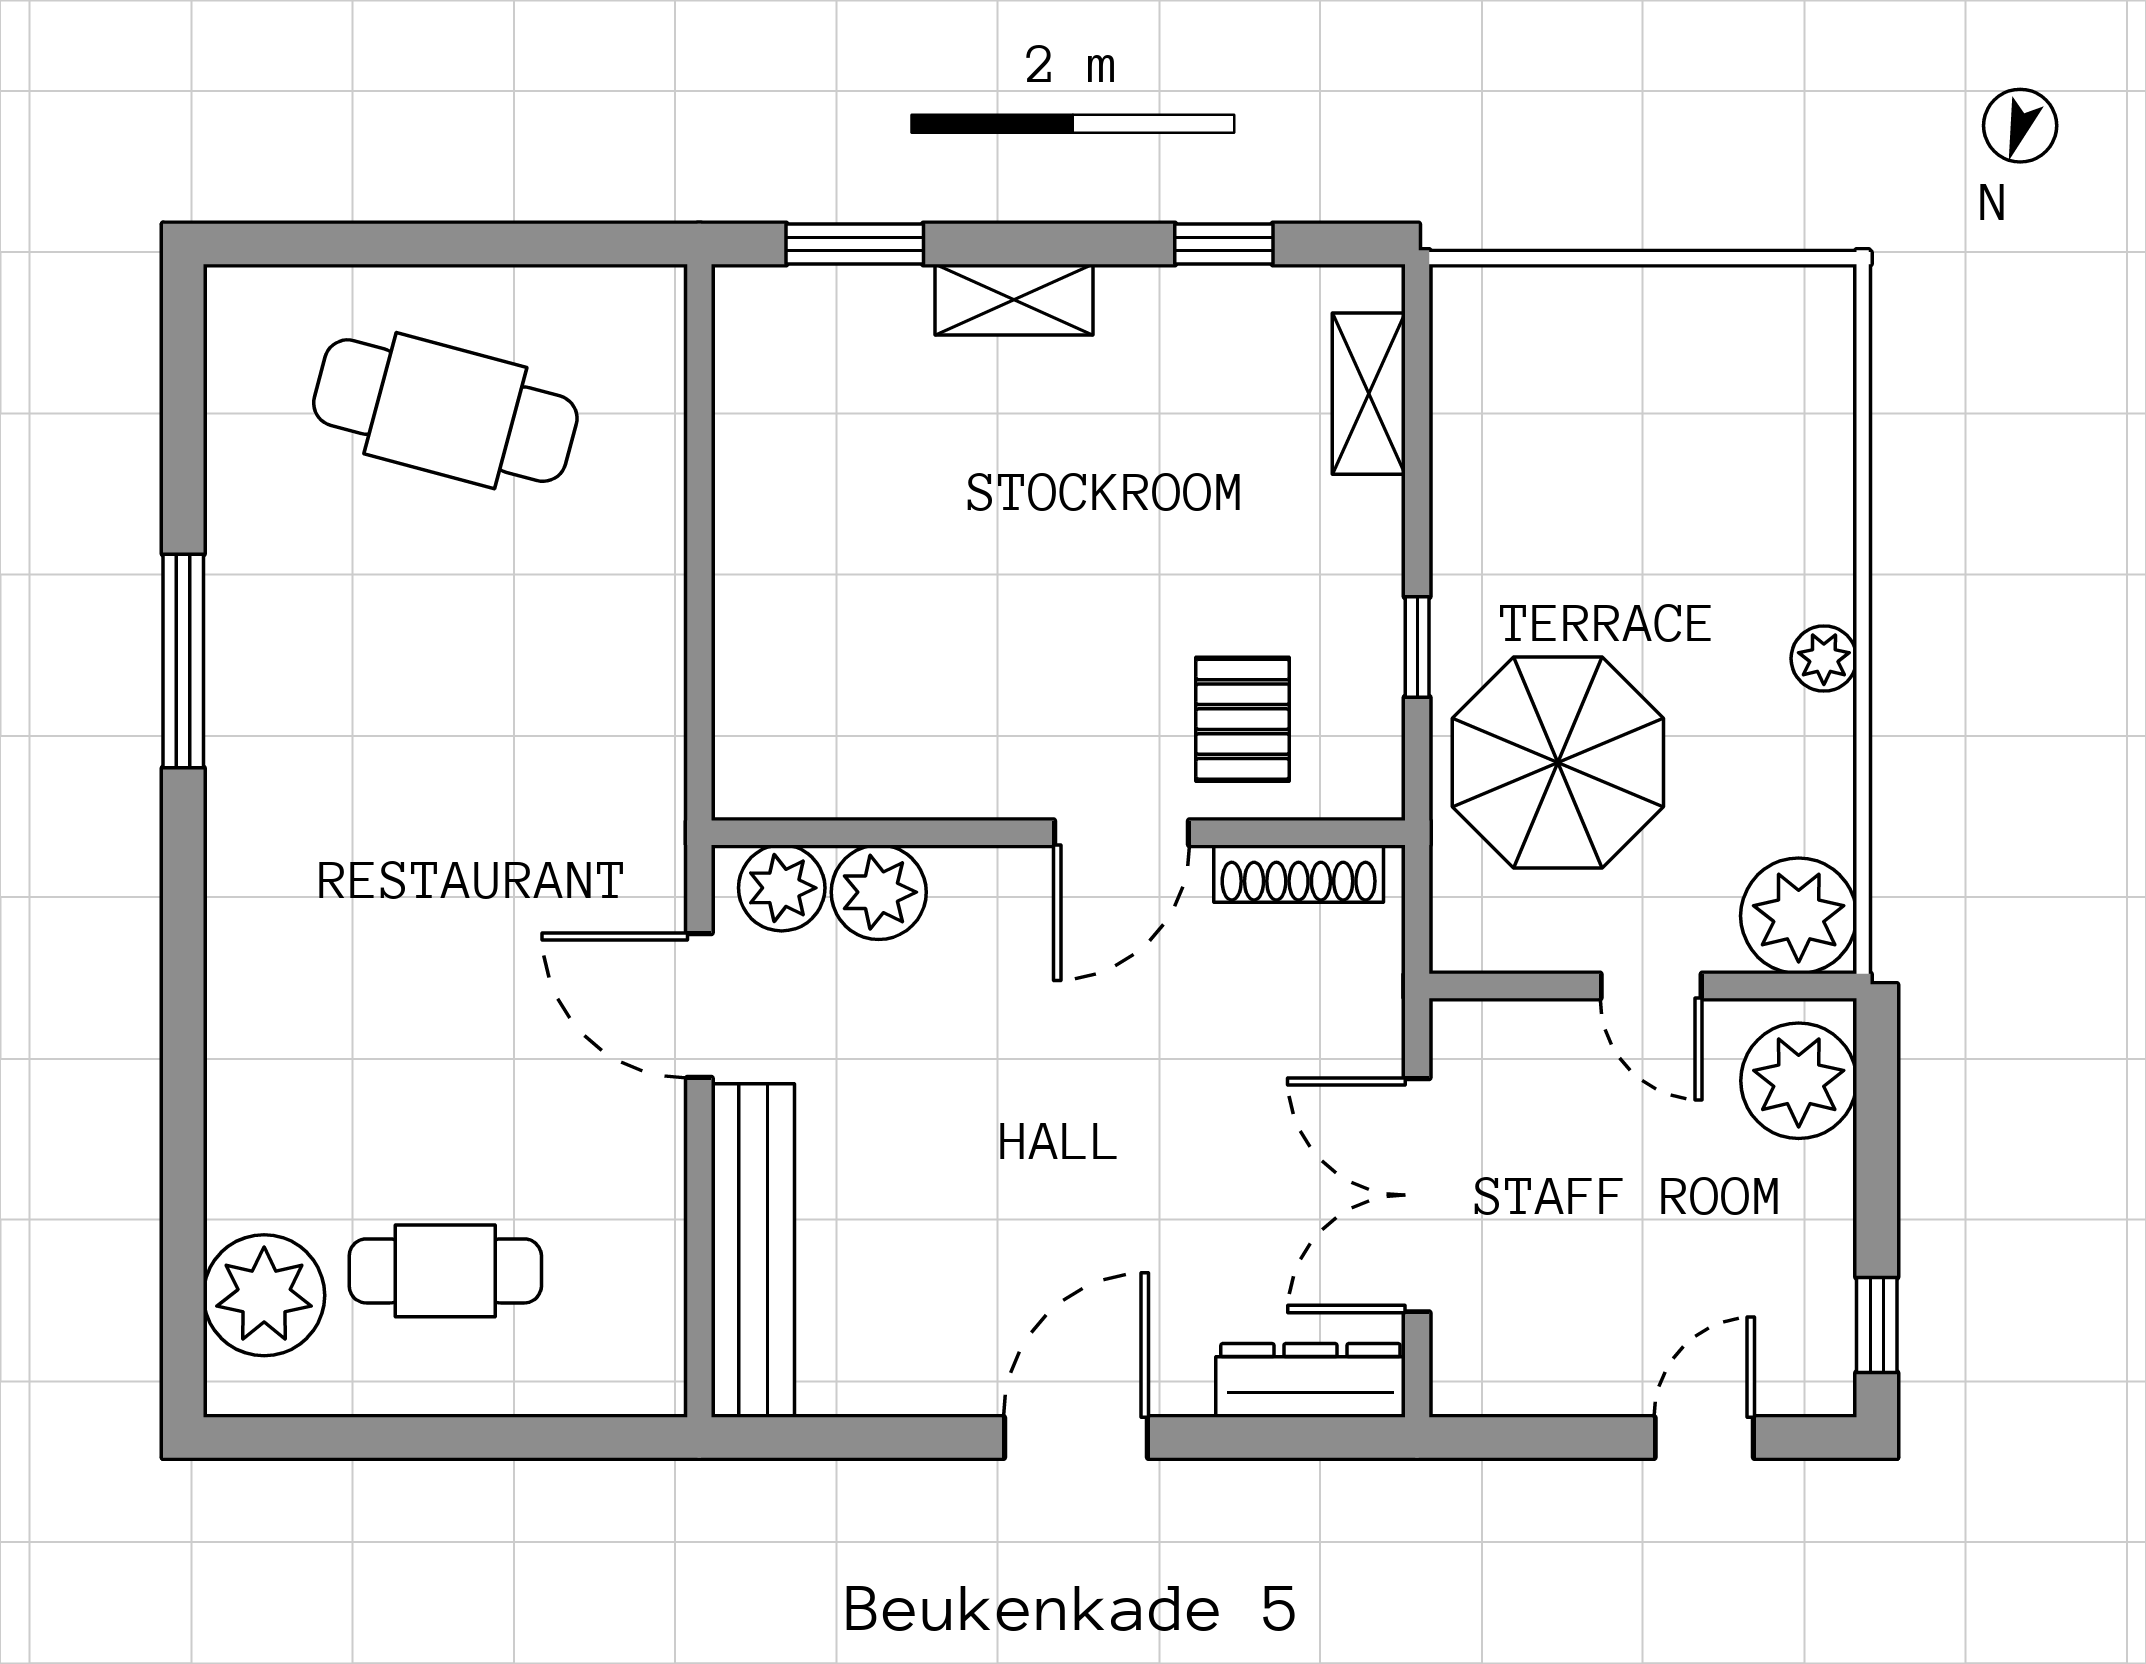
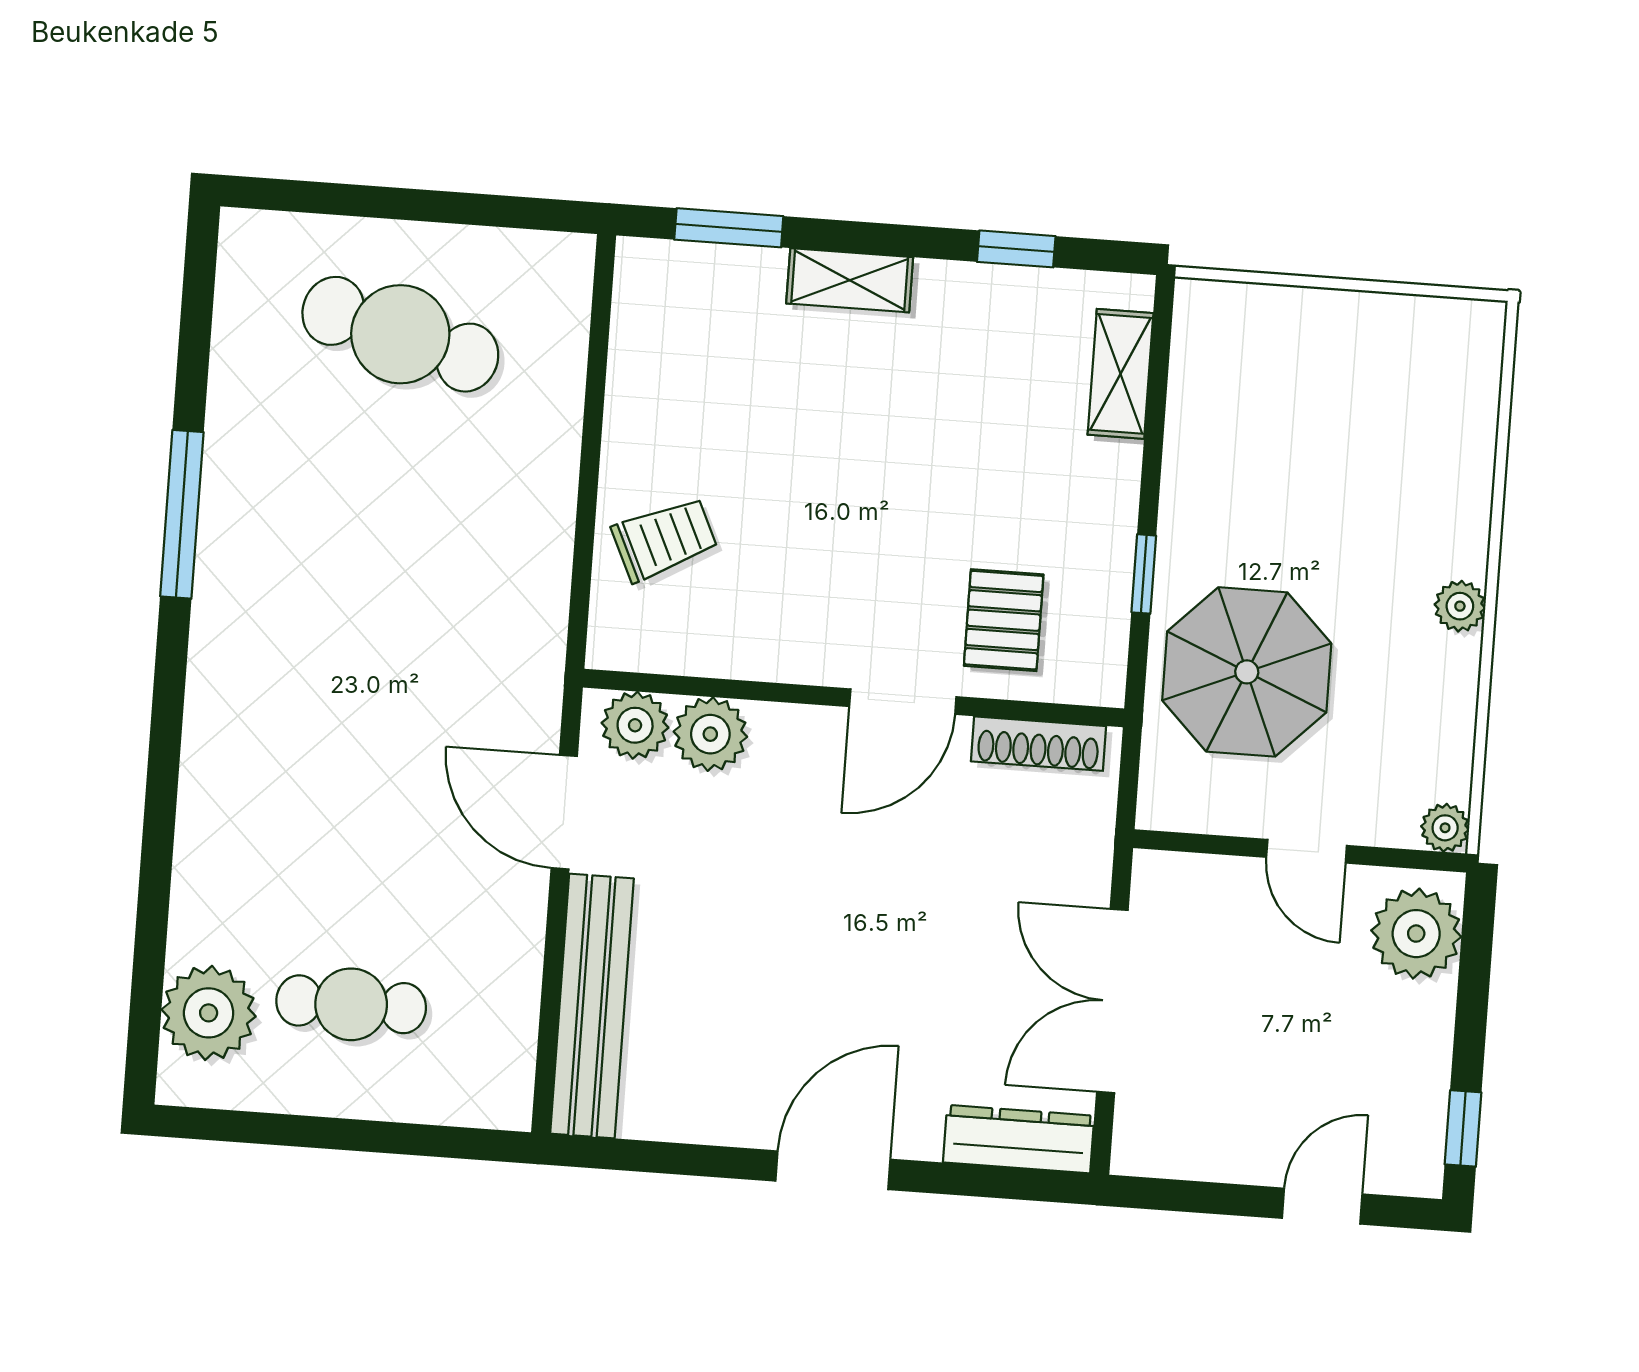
trolley: (802, 647) -> (664, 539), added
plant: (1799, 916) -> (1445, 828), width x0.53, depth x0.53

